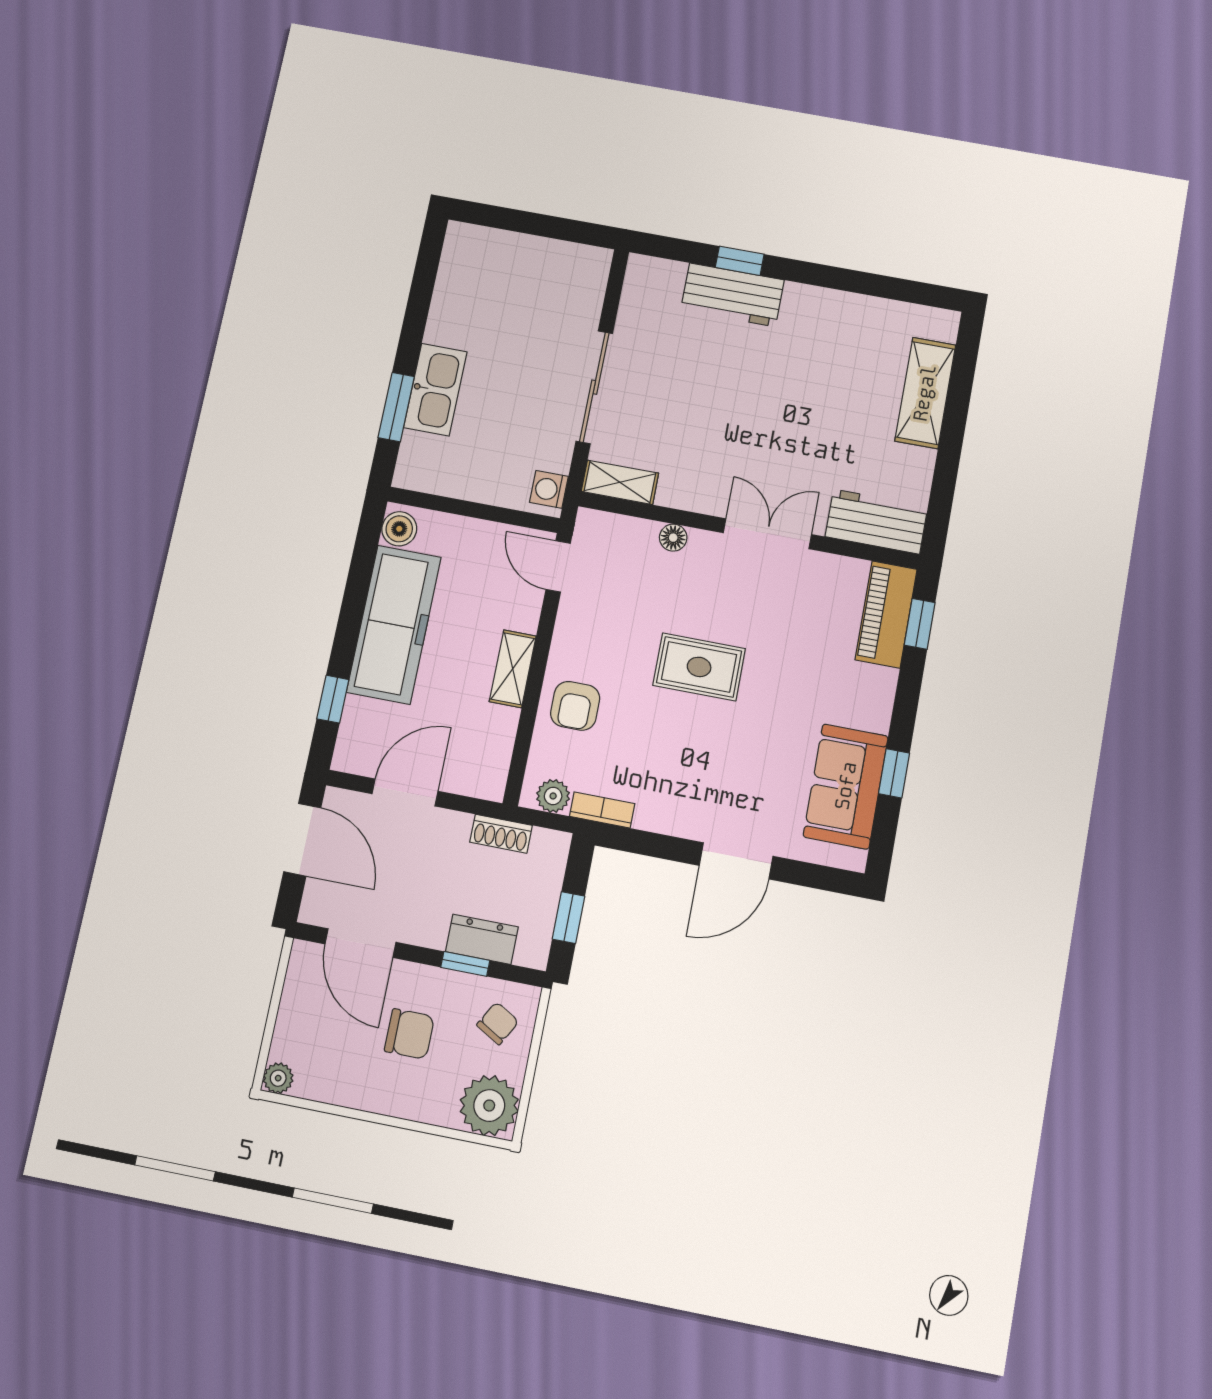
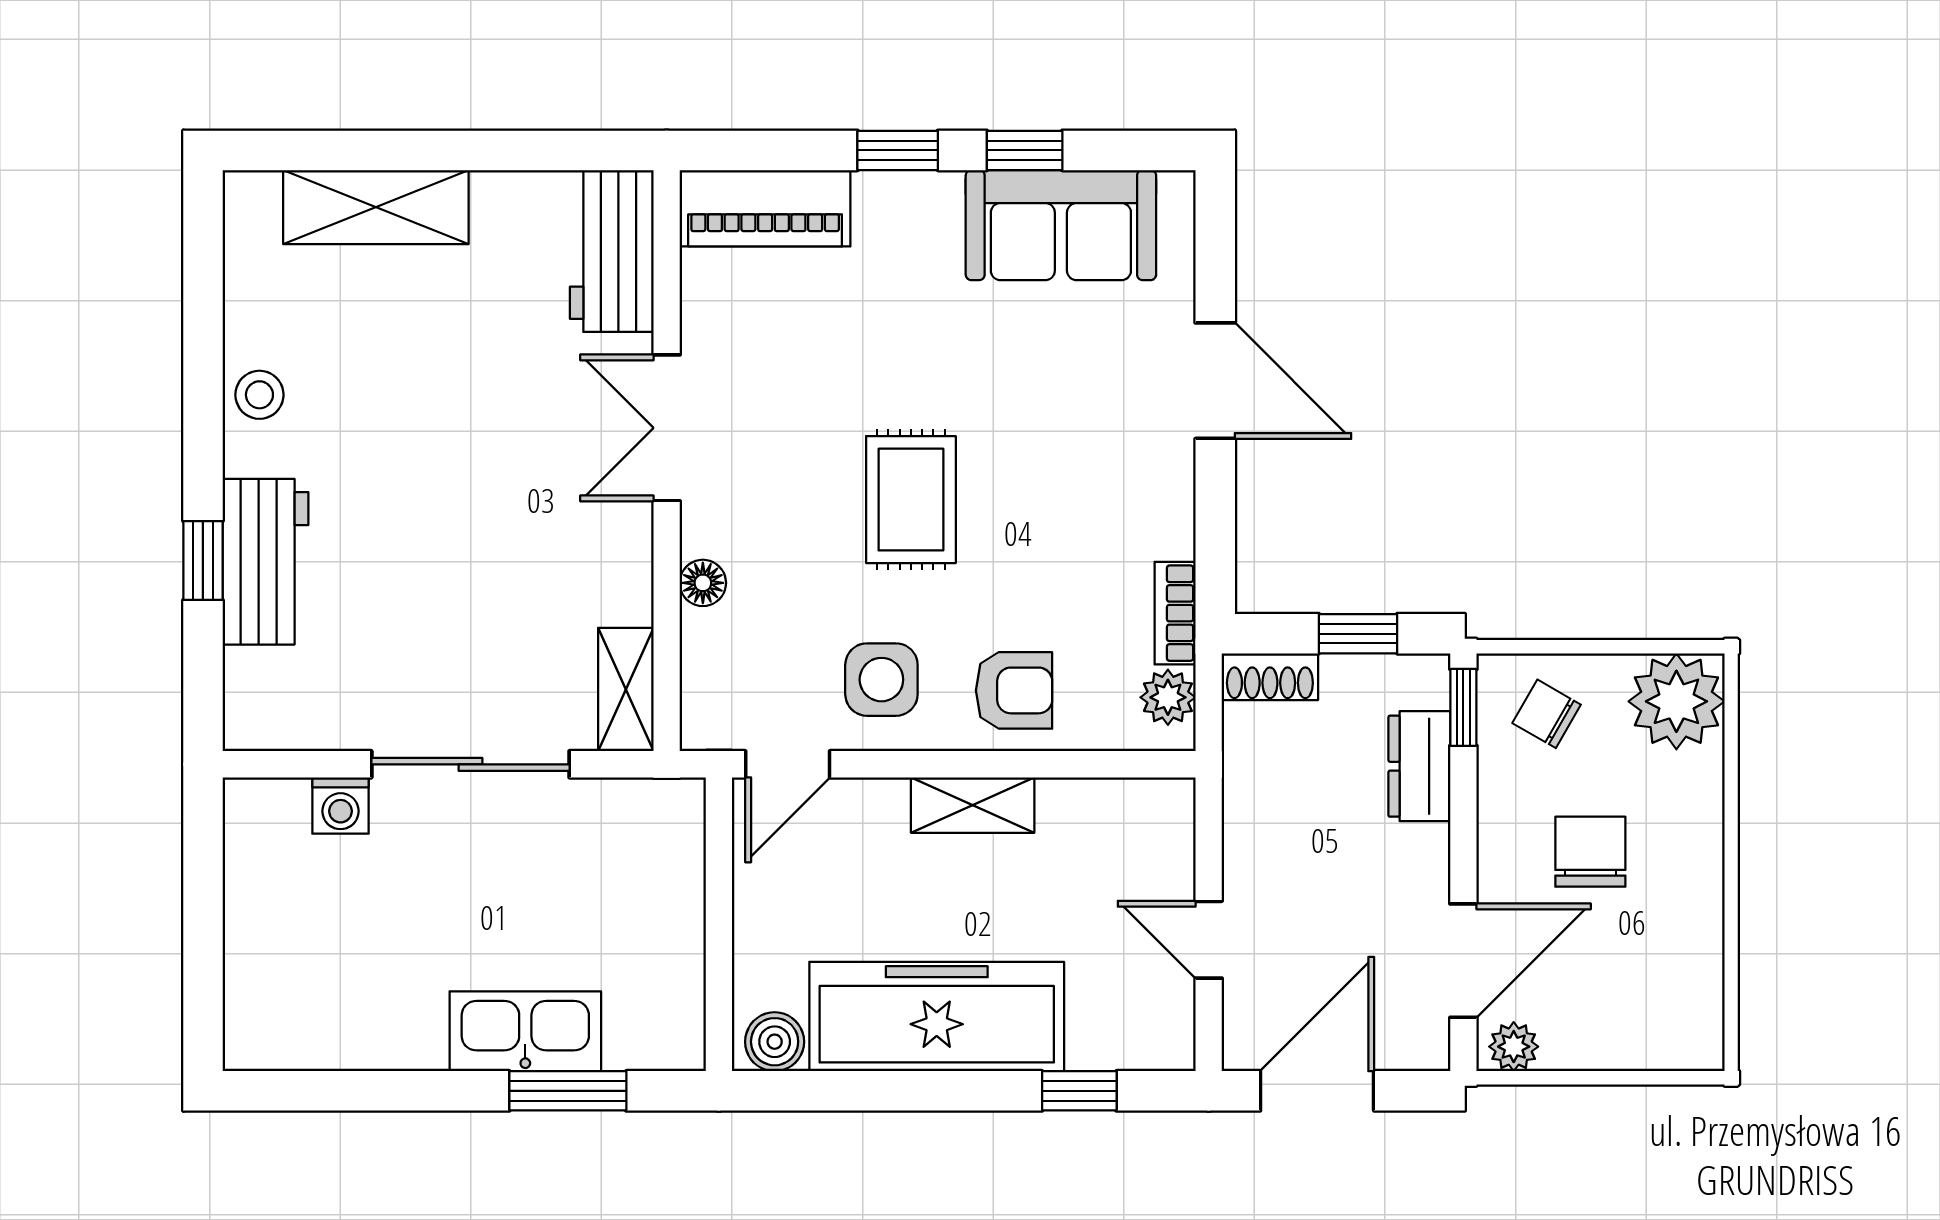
stool: (829, 309) -> (259, 395), added
washing machine: (549, 489) -> (340, 806), moved
window: (920, 624) -> (898, 150), moved
side table: (597, 630) -> (881, 680), added
door: (405, 792) -> (1209, 940), width x0.73
shoe rack: (501, 834) -> (1270, 677), moved, turned 90
window: (465, 964) -> (1463, 707), moved
plant: (278, 1078) -> (1514, 1047), moved

